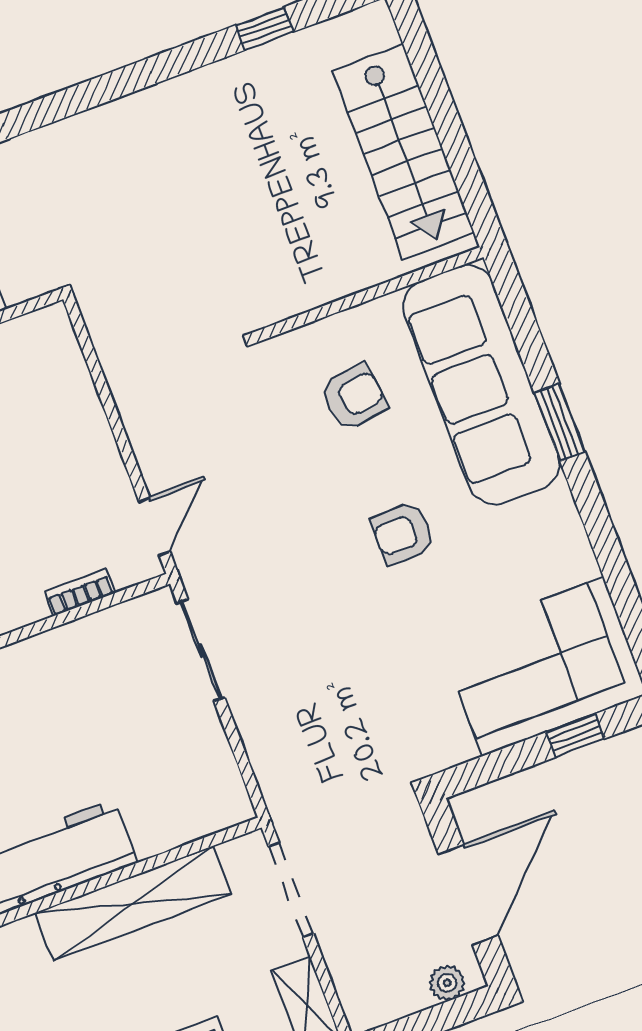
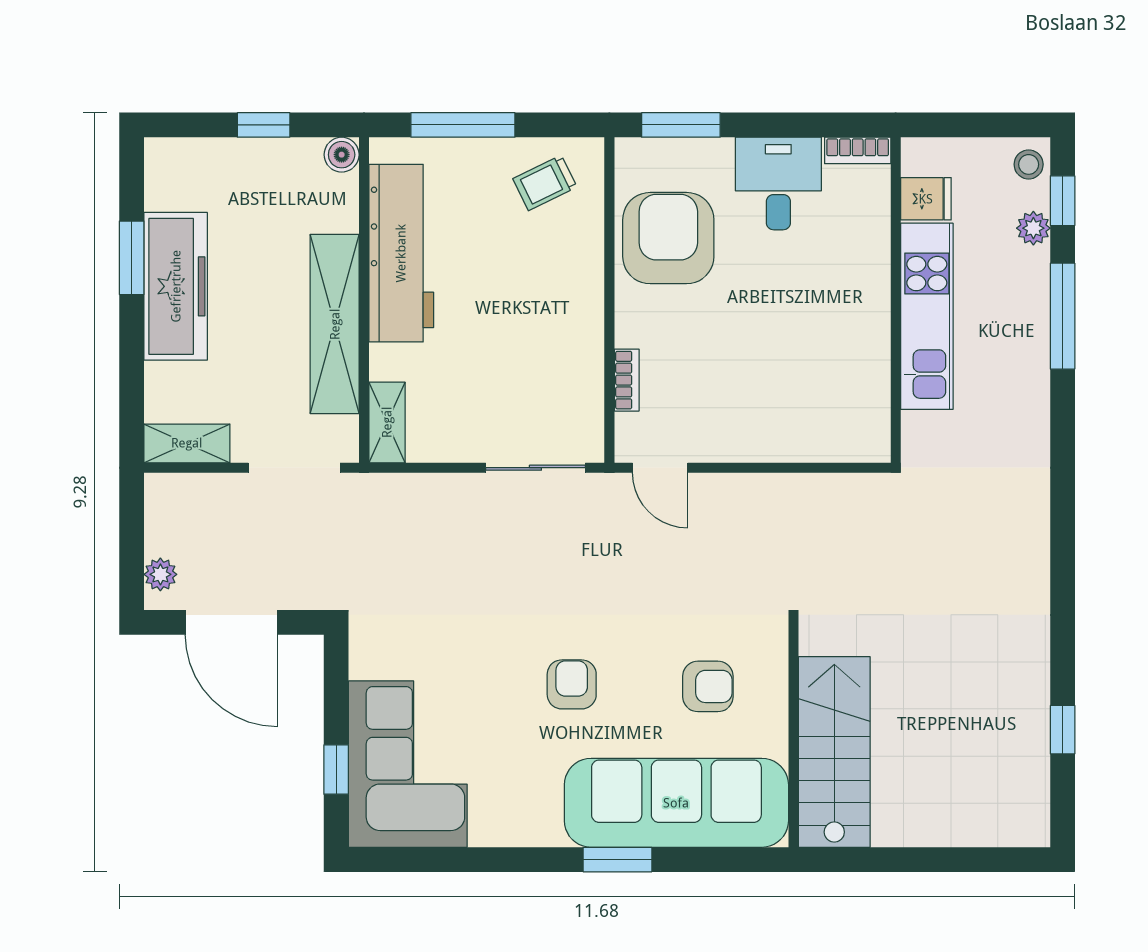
stairs: (403, 152) -> (834, 752), moved, turned 90
armchair: (354, 397) -> (708, 686), turned -82
shelving: (211, 815) -> (387, 422), added

